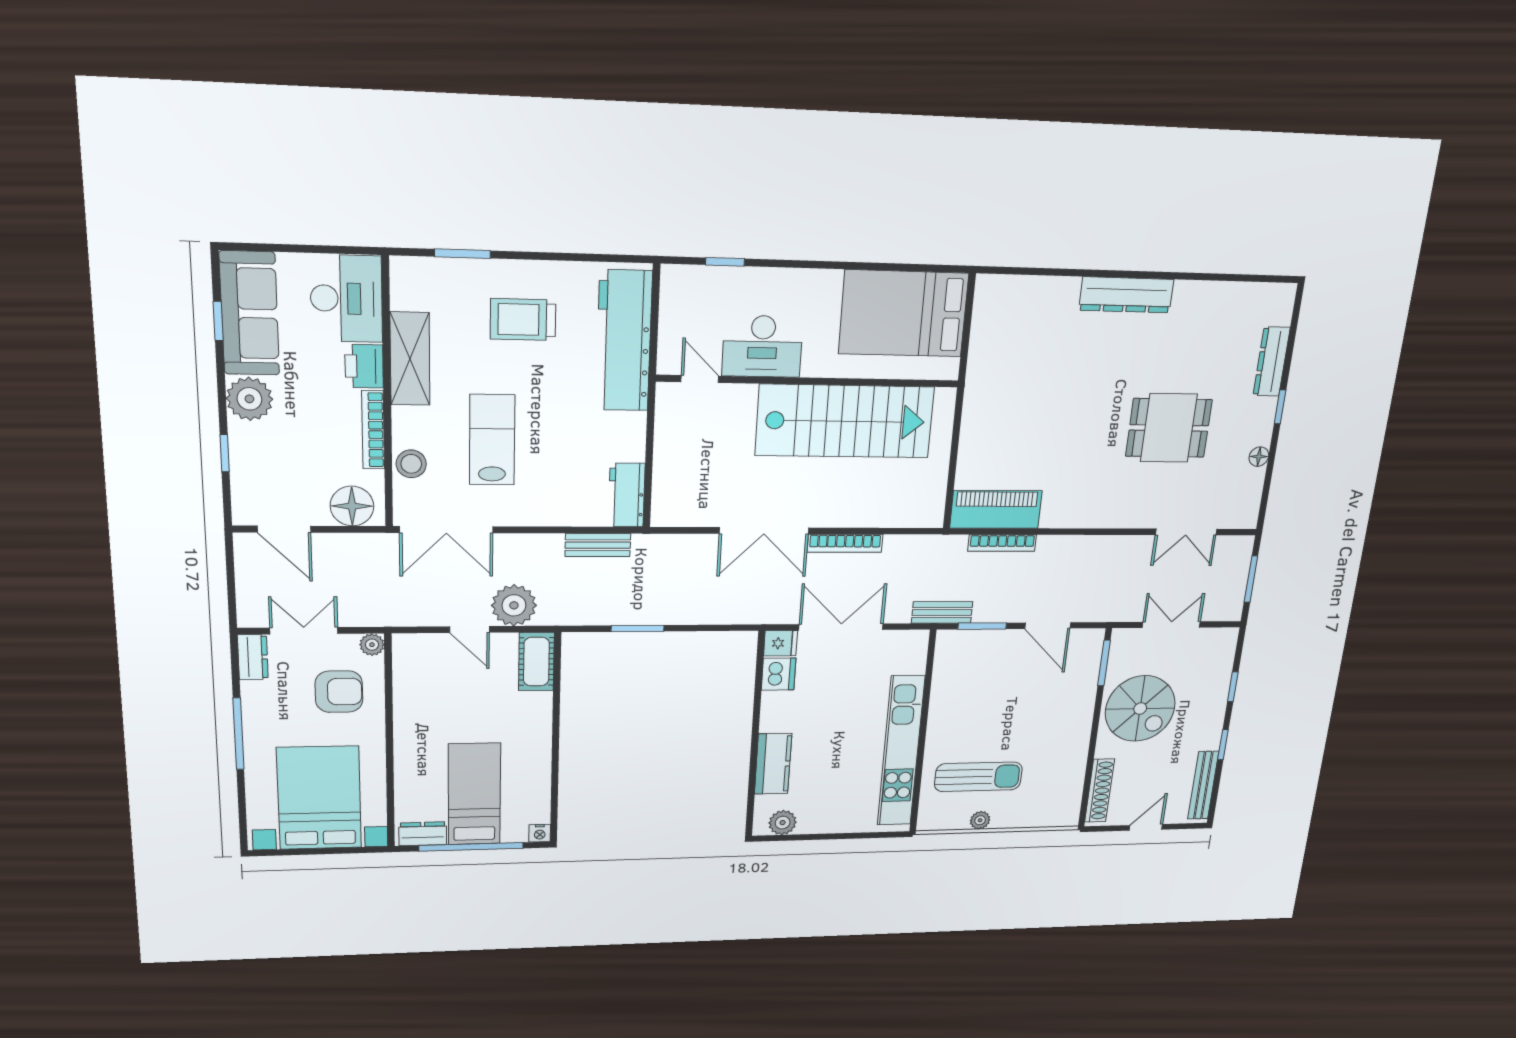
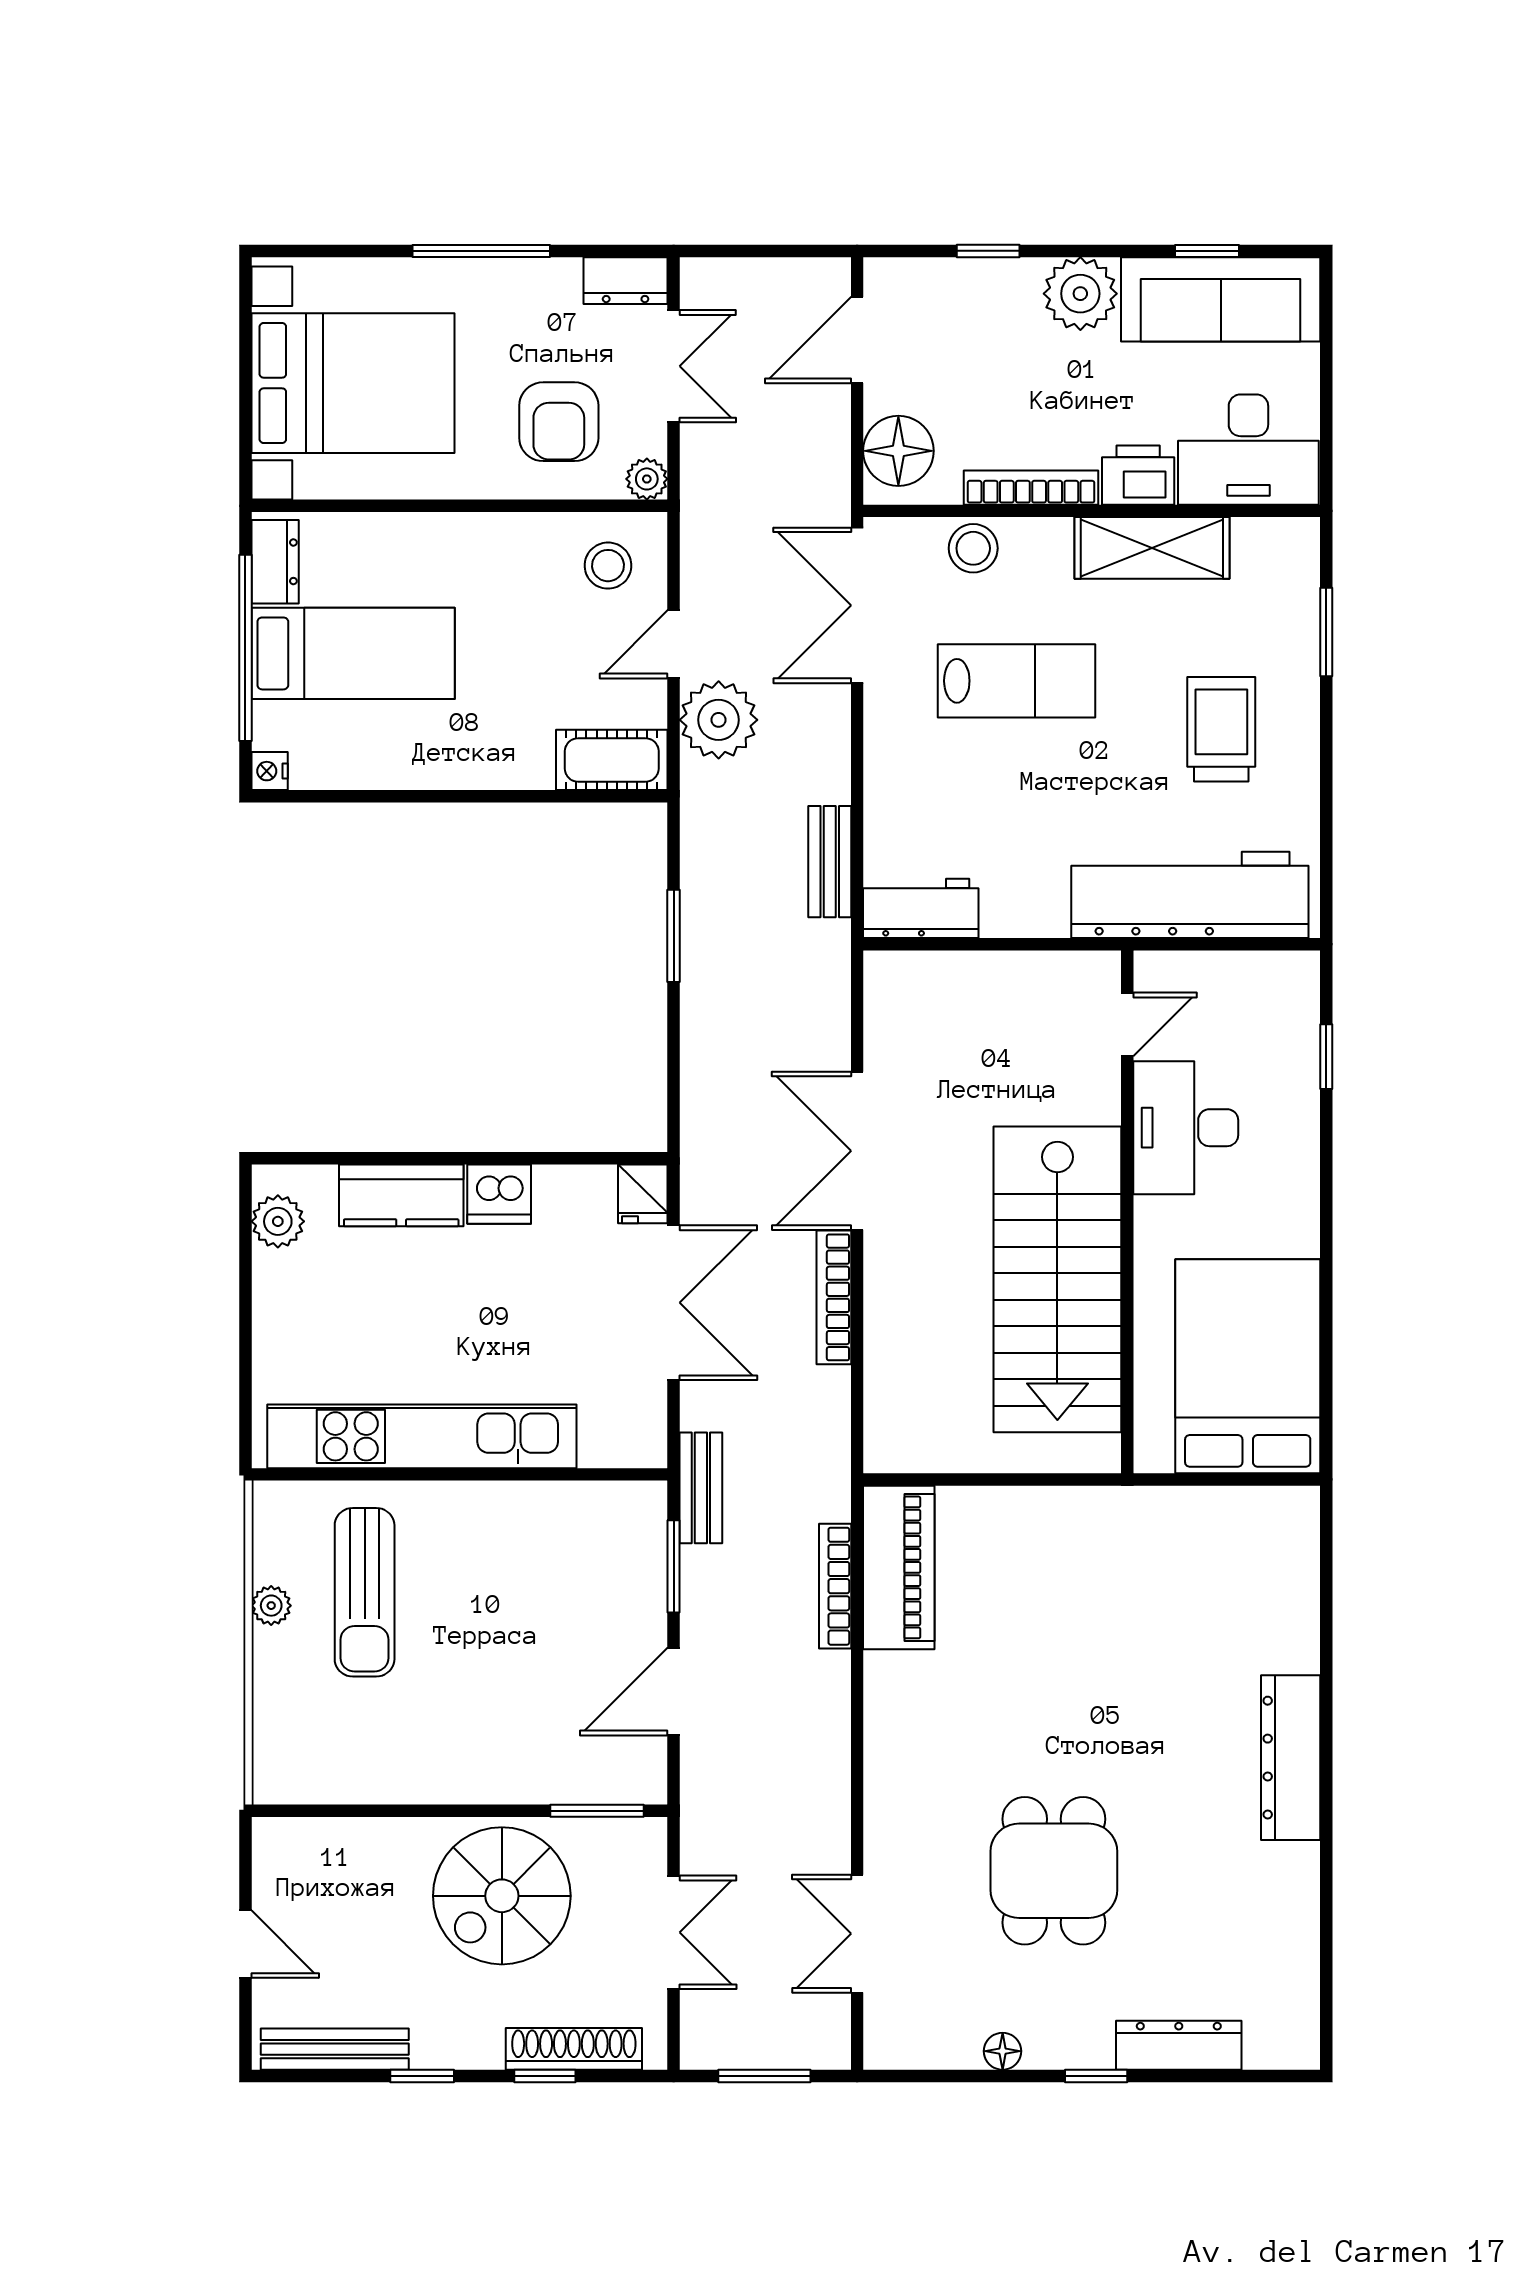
stool: (423, 665) -> (608, 566), added
dishwasher: (779, 674) -> (499, 1194), moved
shoe rack: (1100, 791) -> (574, 2049), moved, turned 180

